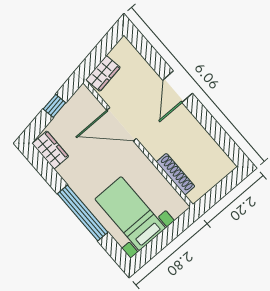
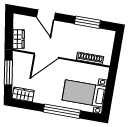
door: (178, 87) -> (46, 15), moved
window: (54, 106) -> (8, 73), width x2.17
window: (210, 125) -> (87, 22), added

